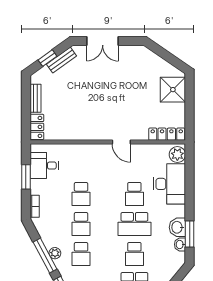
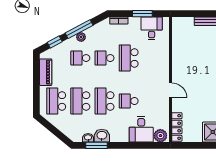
locker: (37, 127) -> (183, 22), removed
door: (121, 142) -> (171, 90), swing flipped
desk: (169, 184) -> (141, 129), width x0.73
school desk: (81, 194) -> (129, 58), width x1.85
school desk: (134, 254) -> (80, 101), width x1.85

